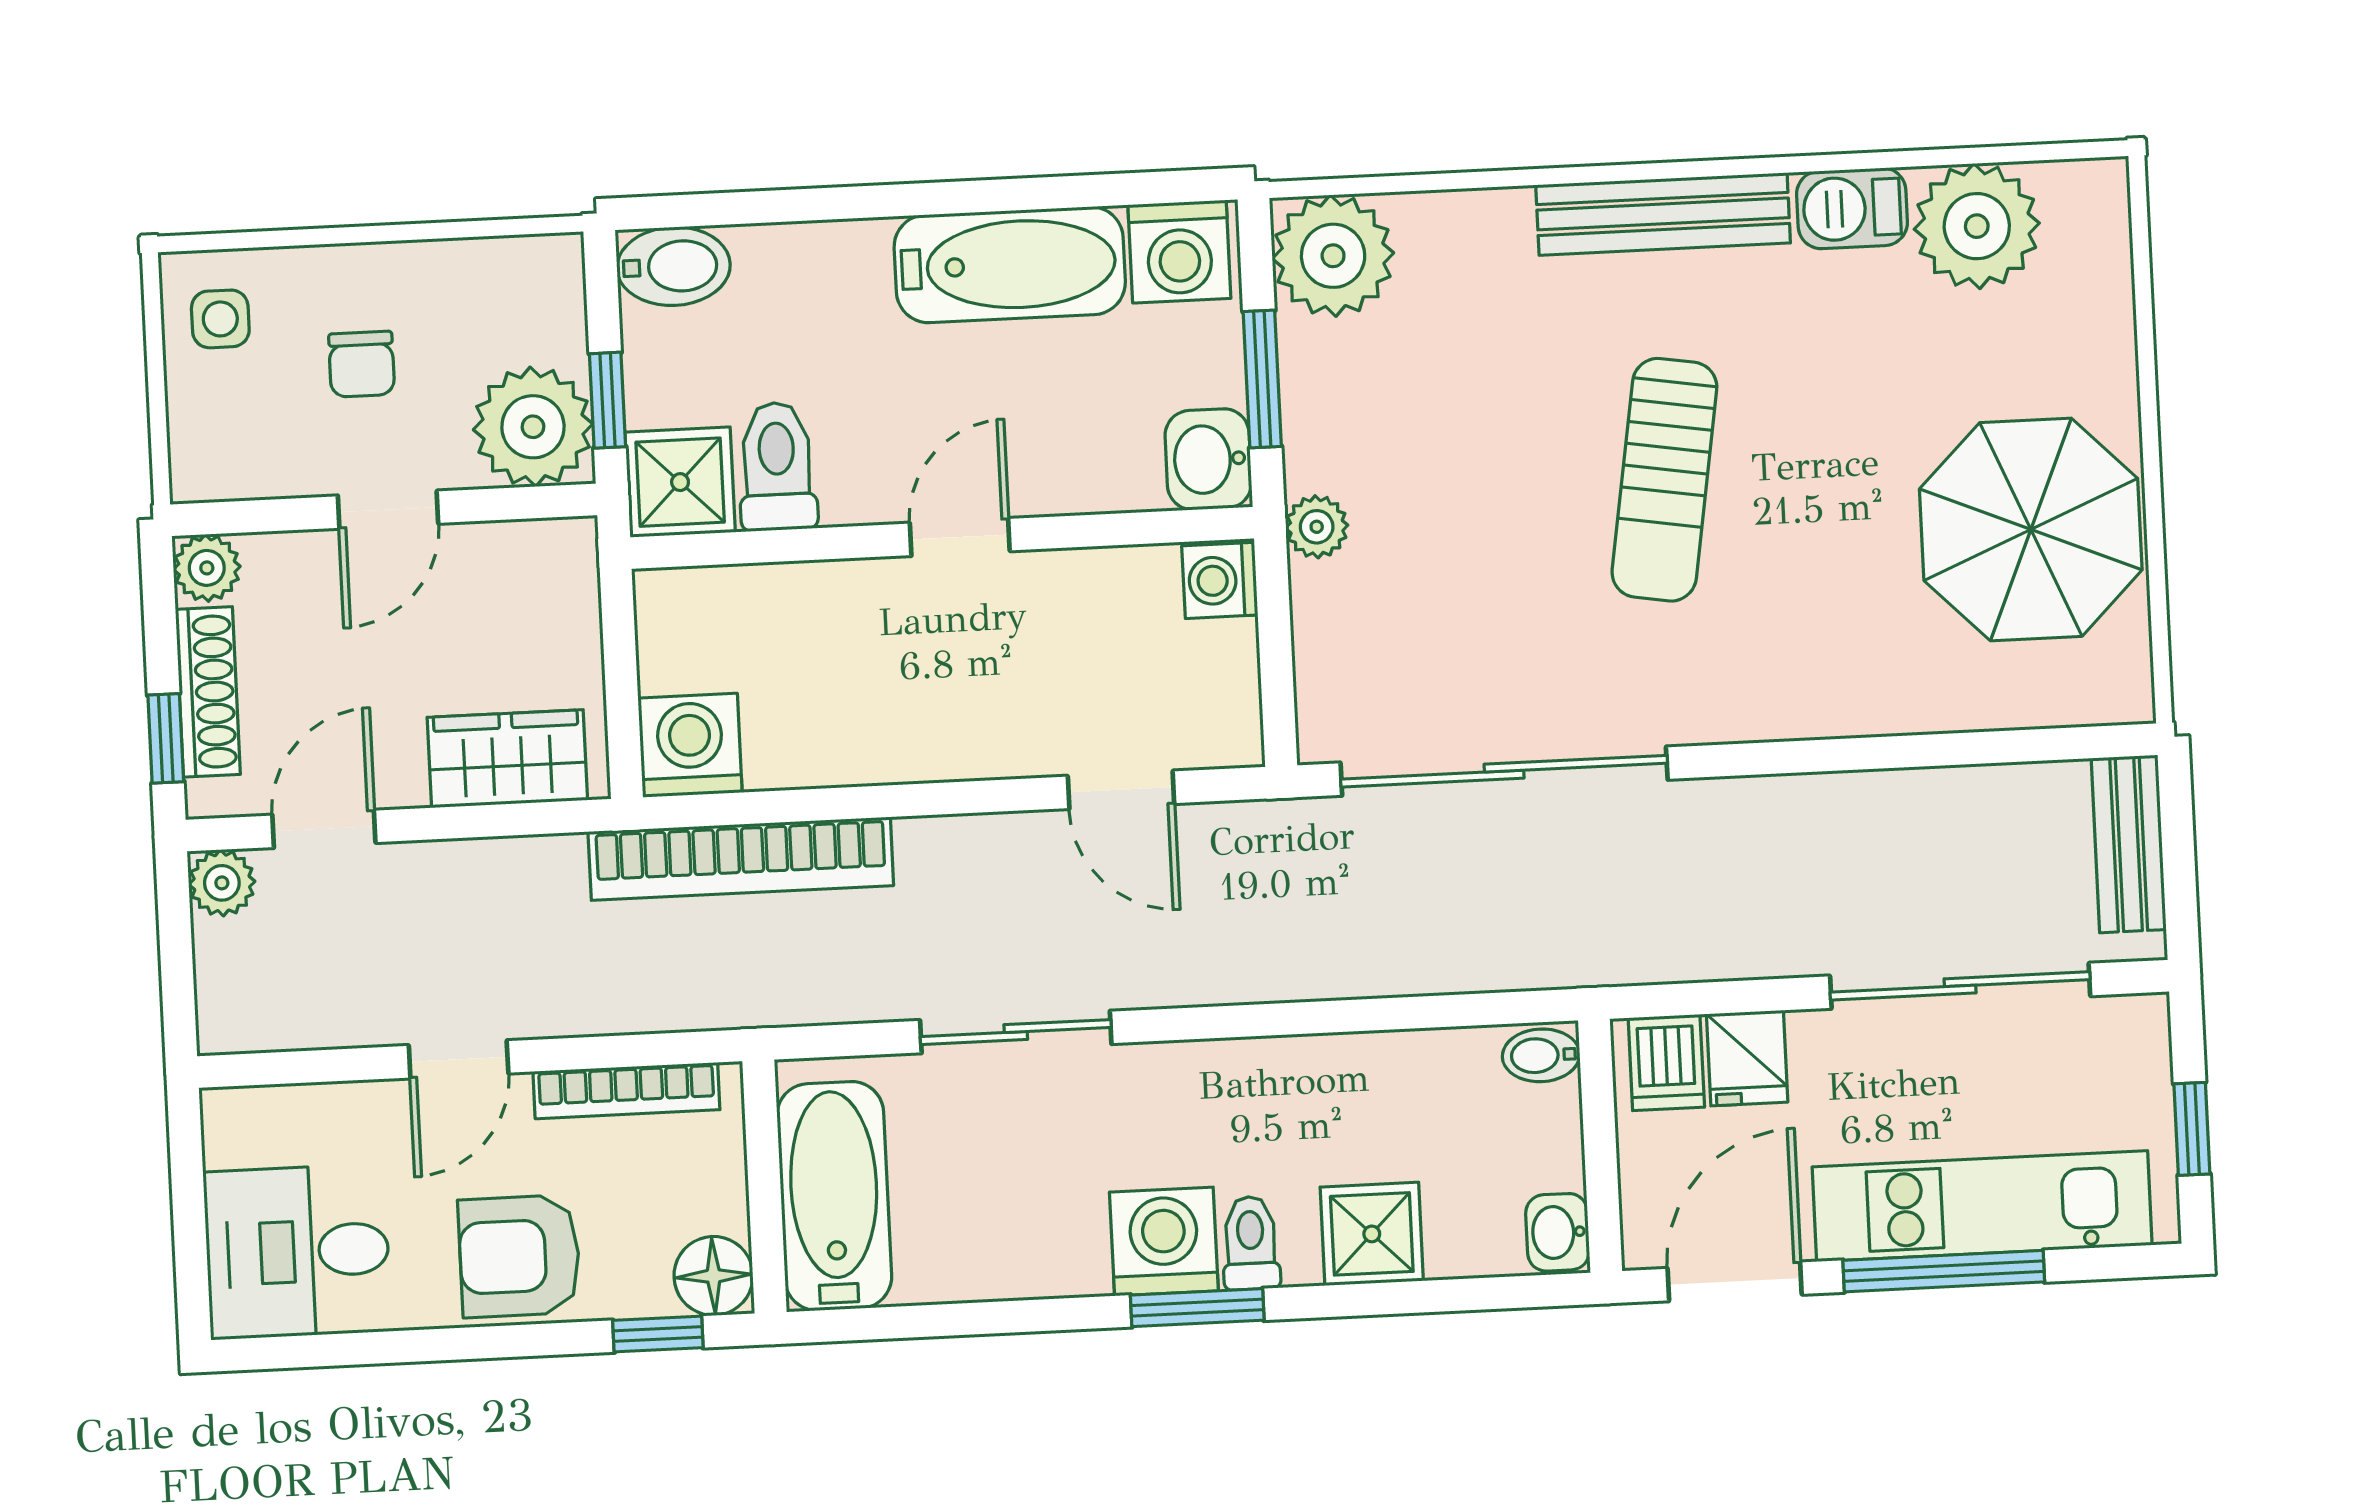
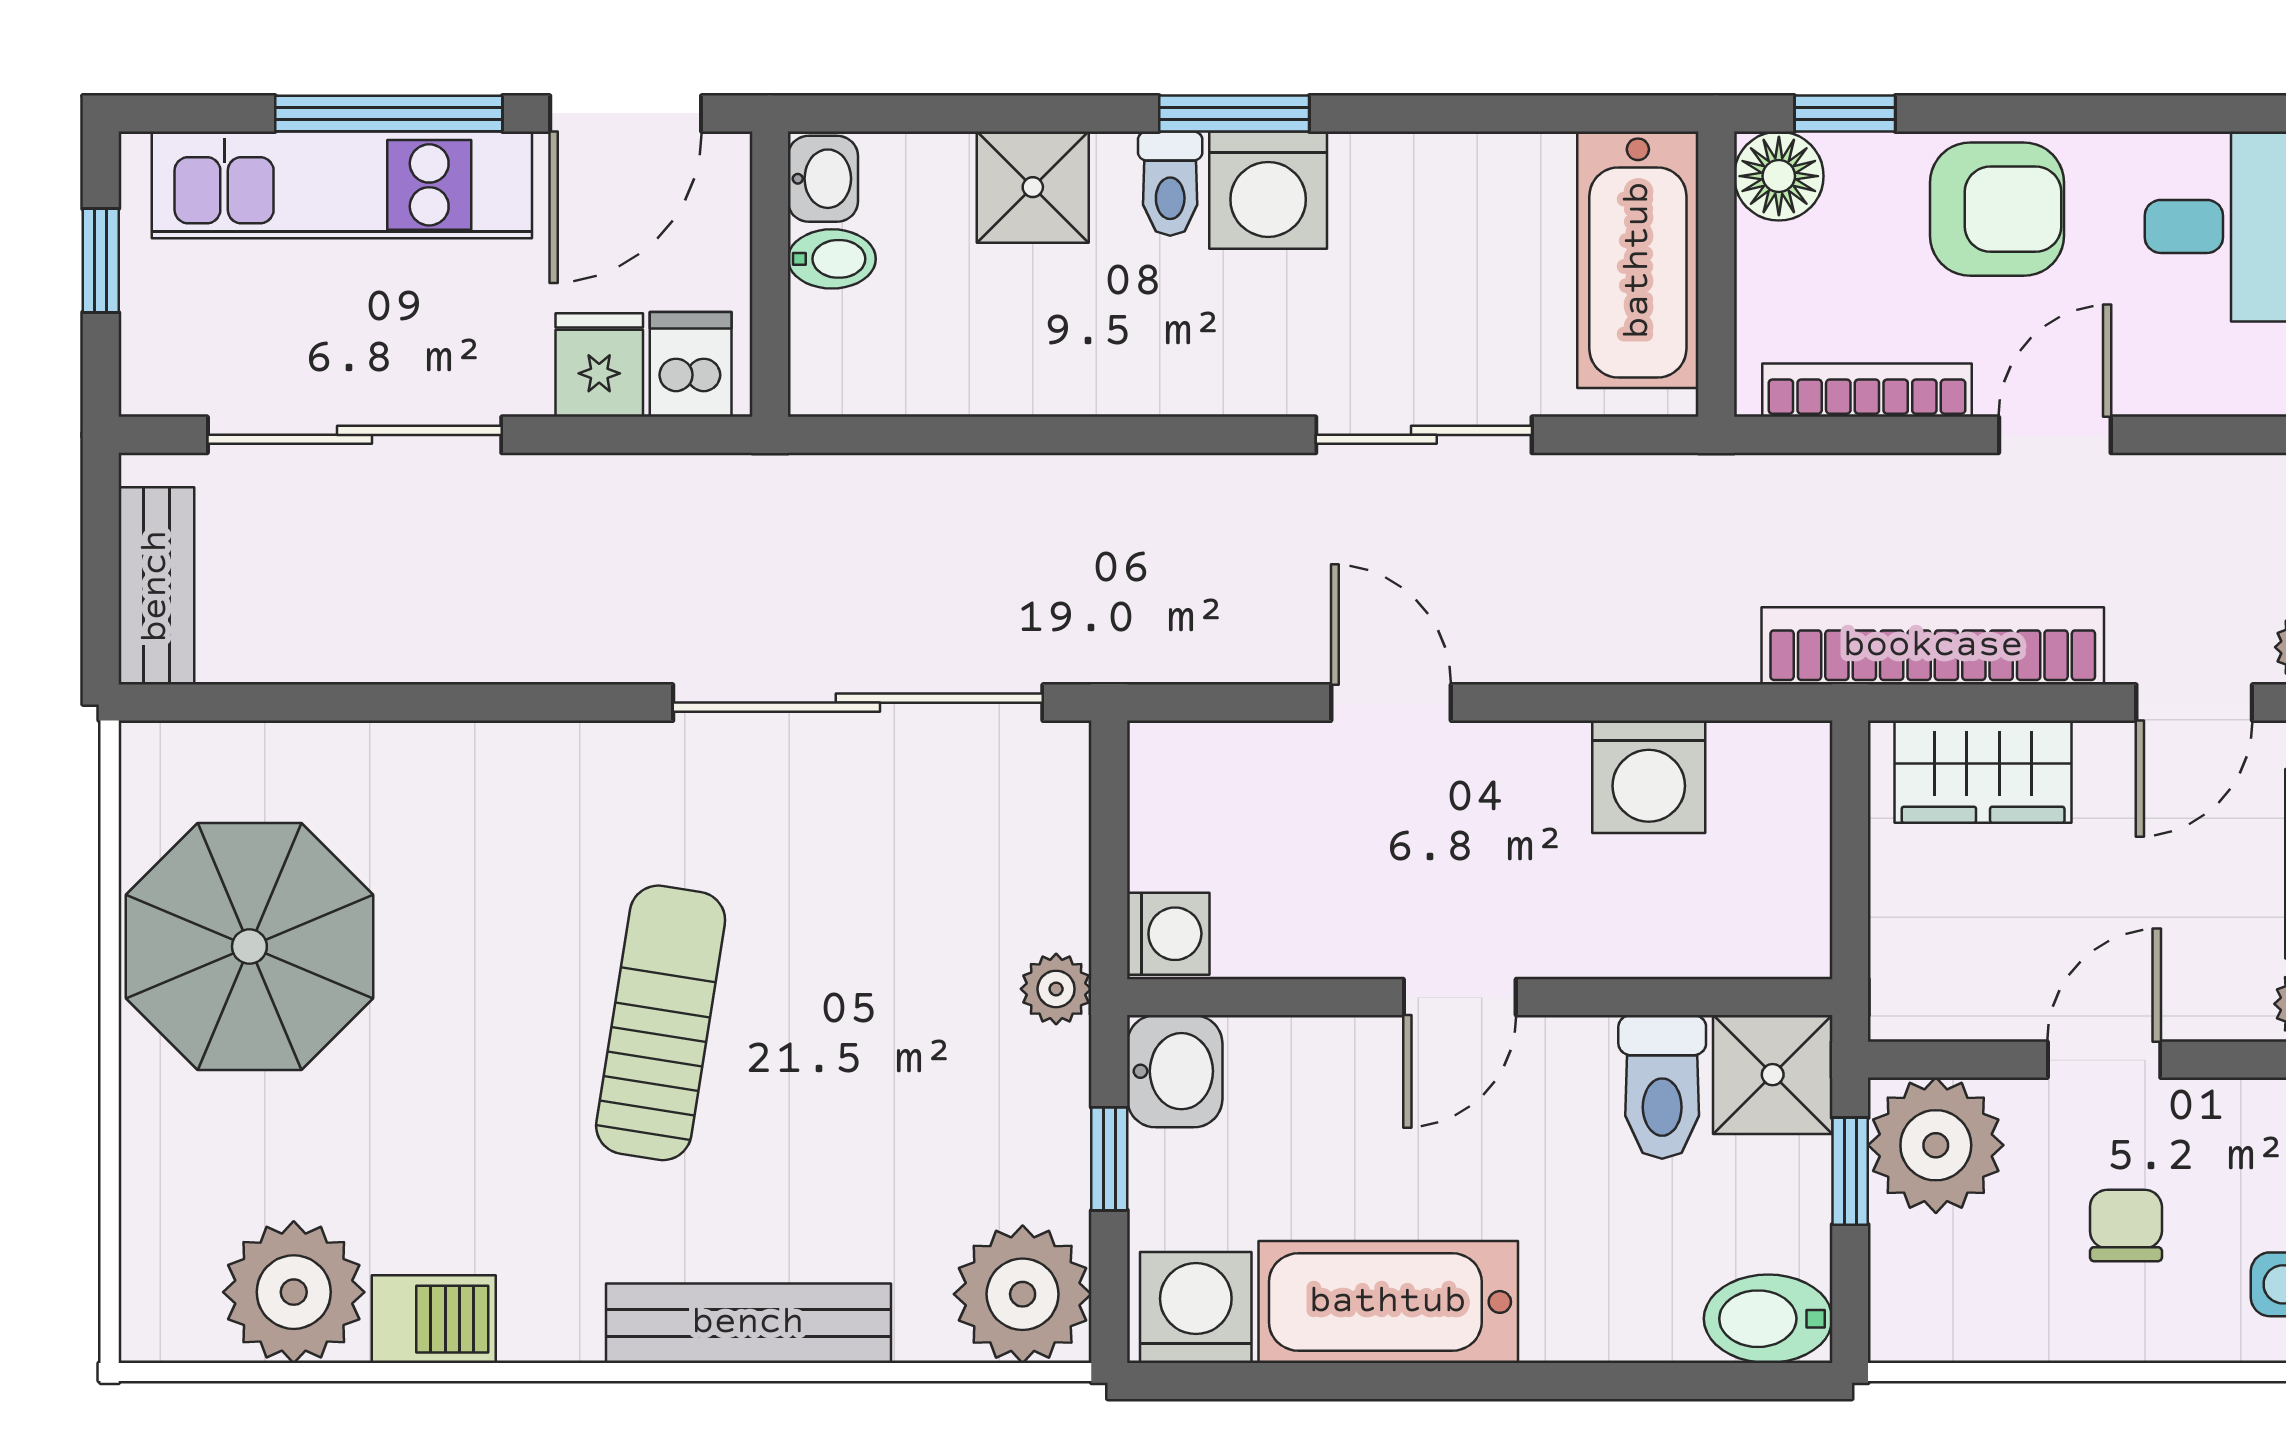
bench: (1663, 214) -> (748, 1323), moved
window: (1262, 379) -> (1109, 1159), width x0.67
washing machine: (690, 745) -> (1649, 777), moved
door: (1121, 790) -> (1391, 703), moved
bookcase: (741, 859) -> (1933, 646), moved
bidet: (1541, 1055) -> (832, 259), moved

